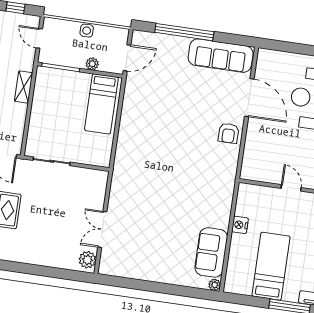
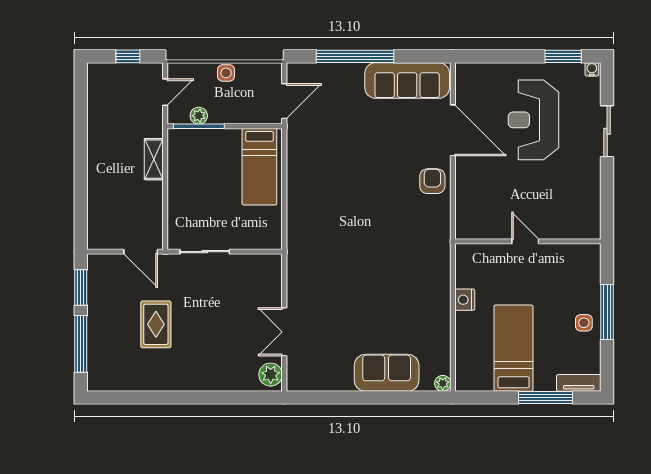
door: (39, 38) -> (165, 92), swing flipped
plant: (92, 64) -> (199, 116), moved
armchair: (229, 133) -> (432, 181), turned 180
sofa: (211, 252) -> (387, 373), moved, turned 90

